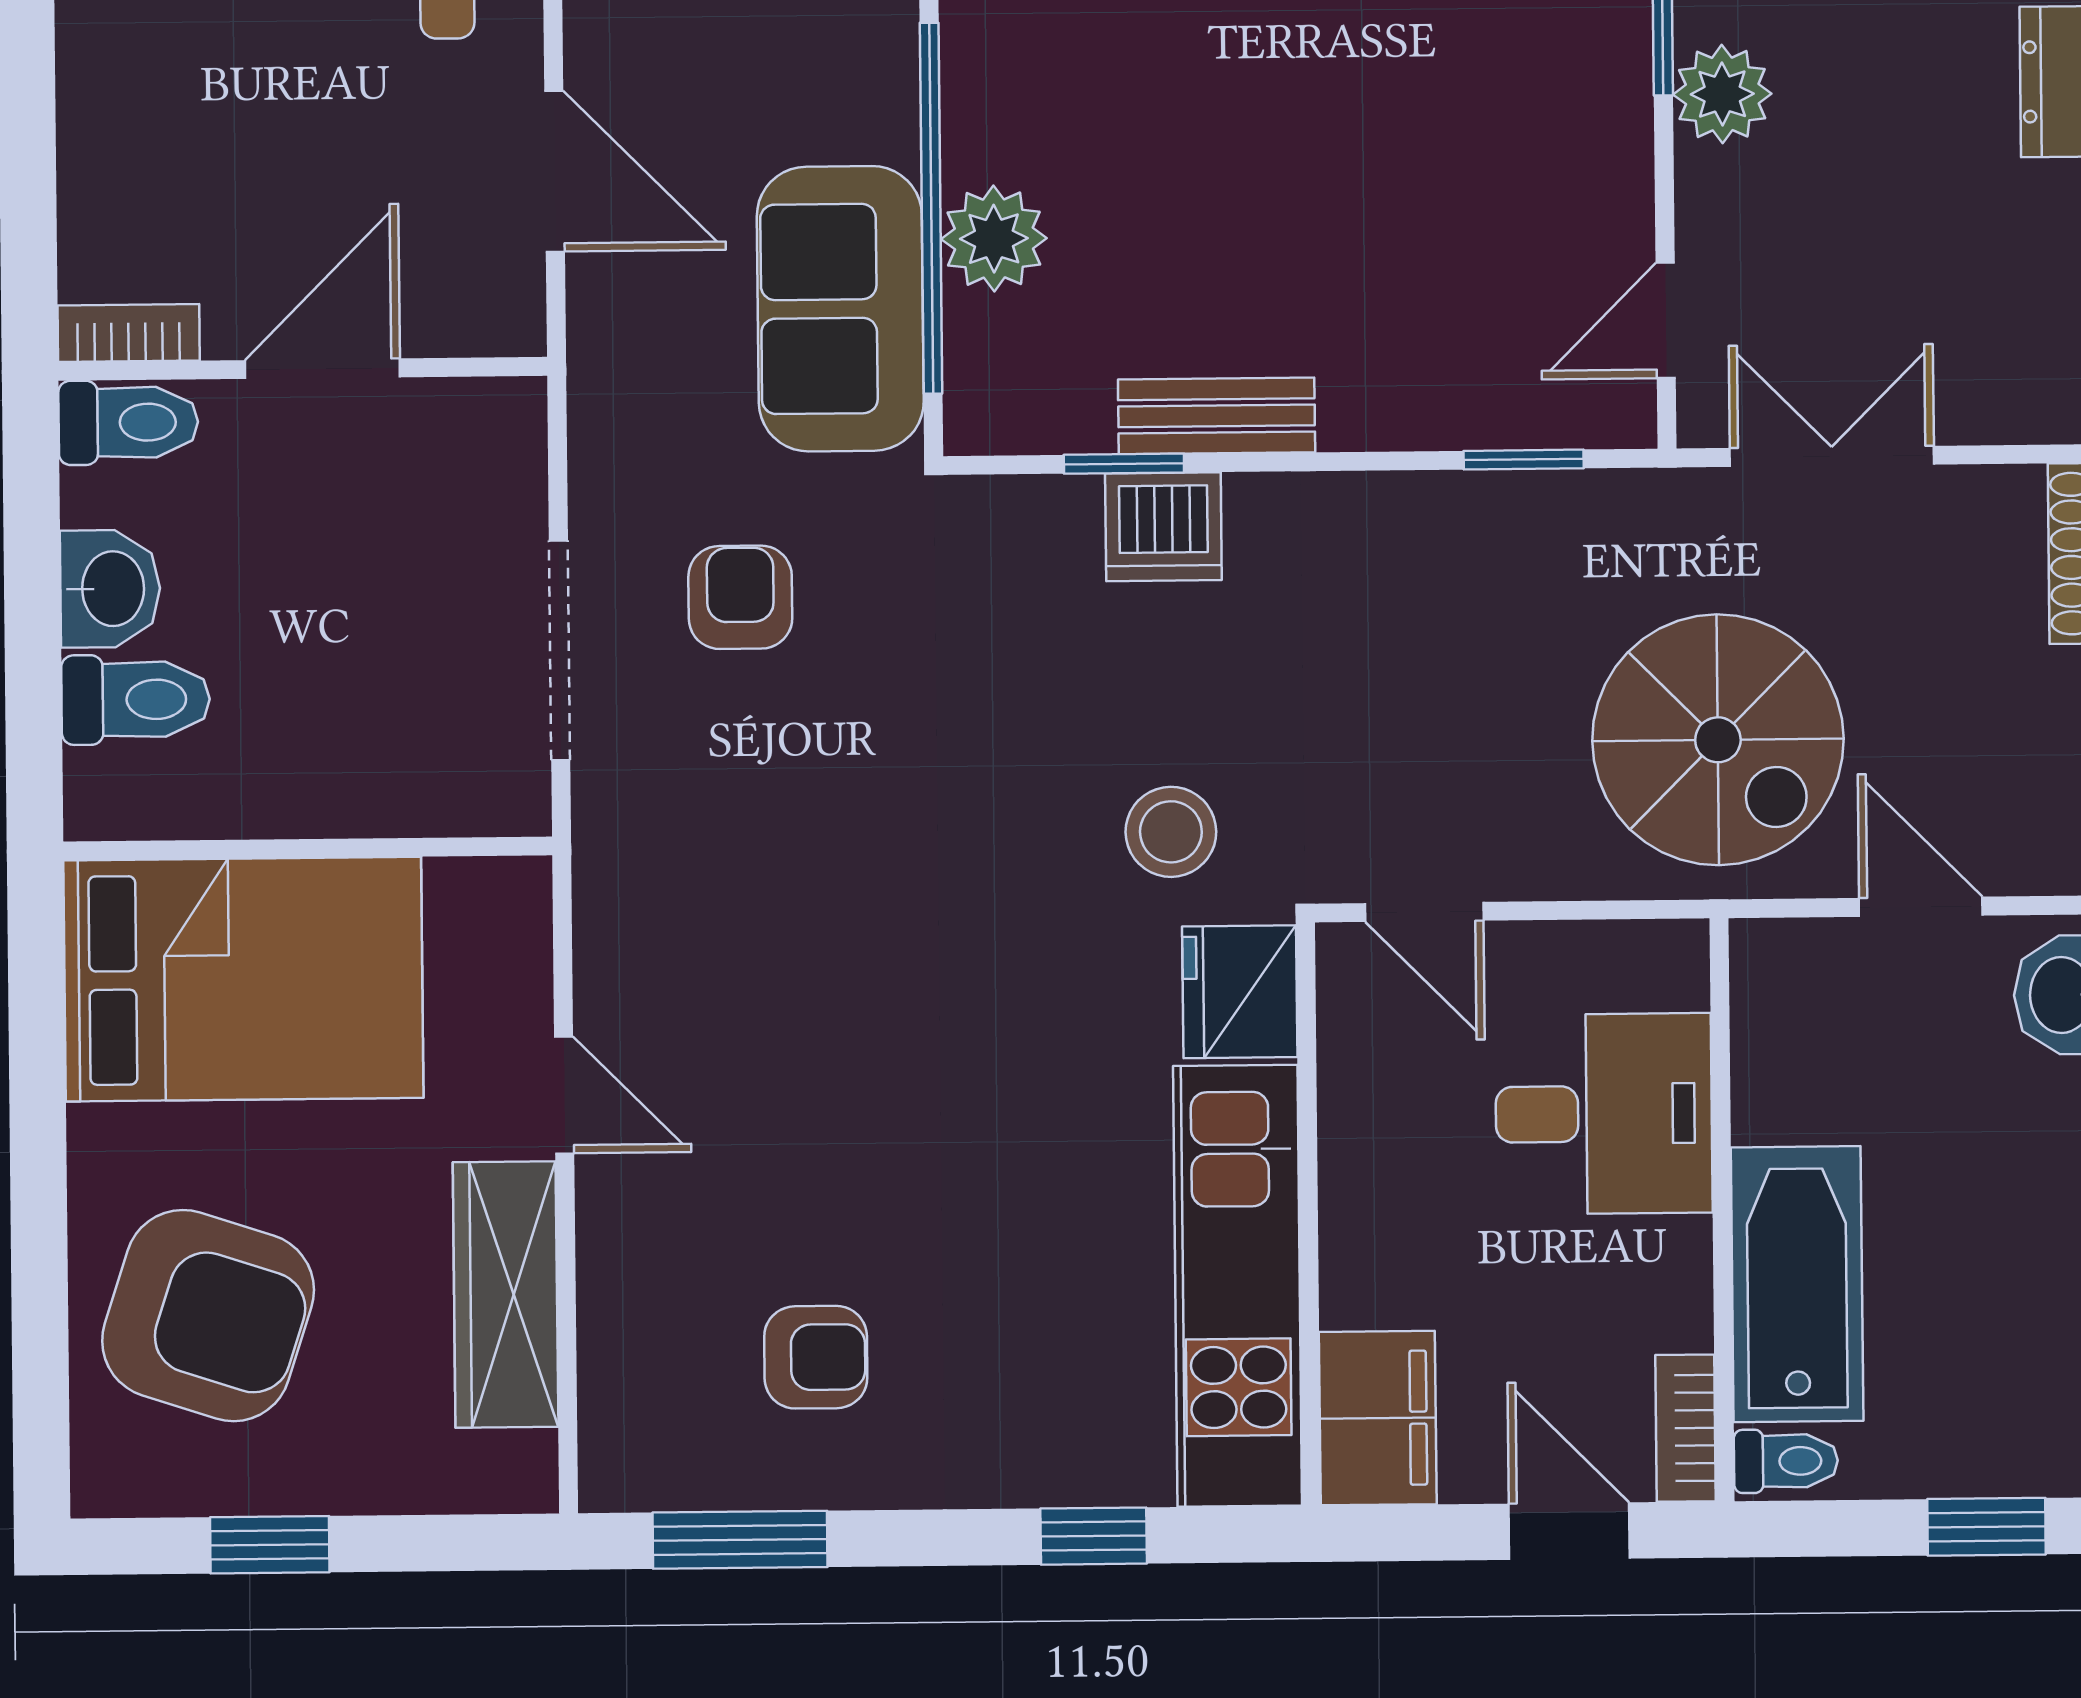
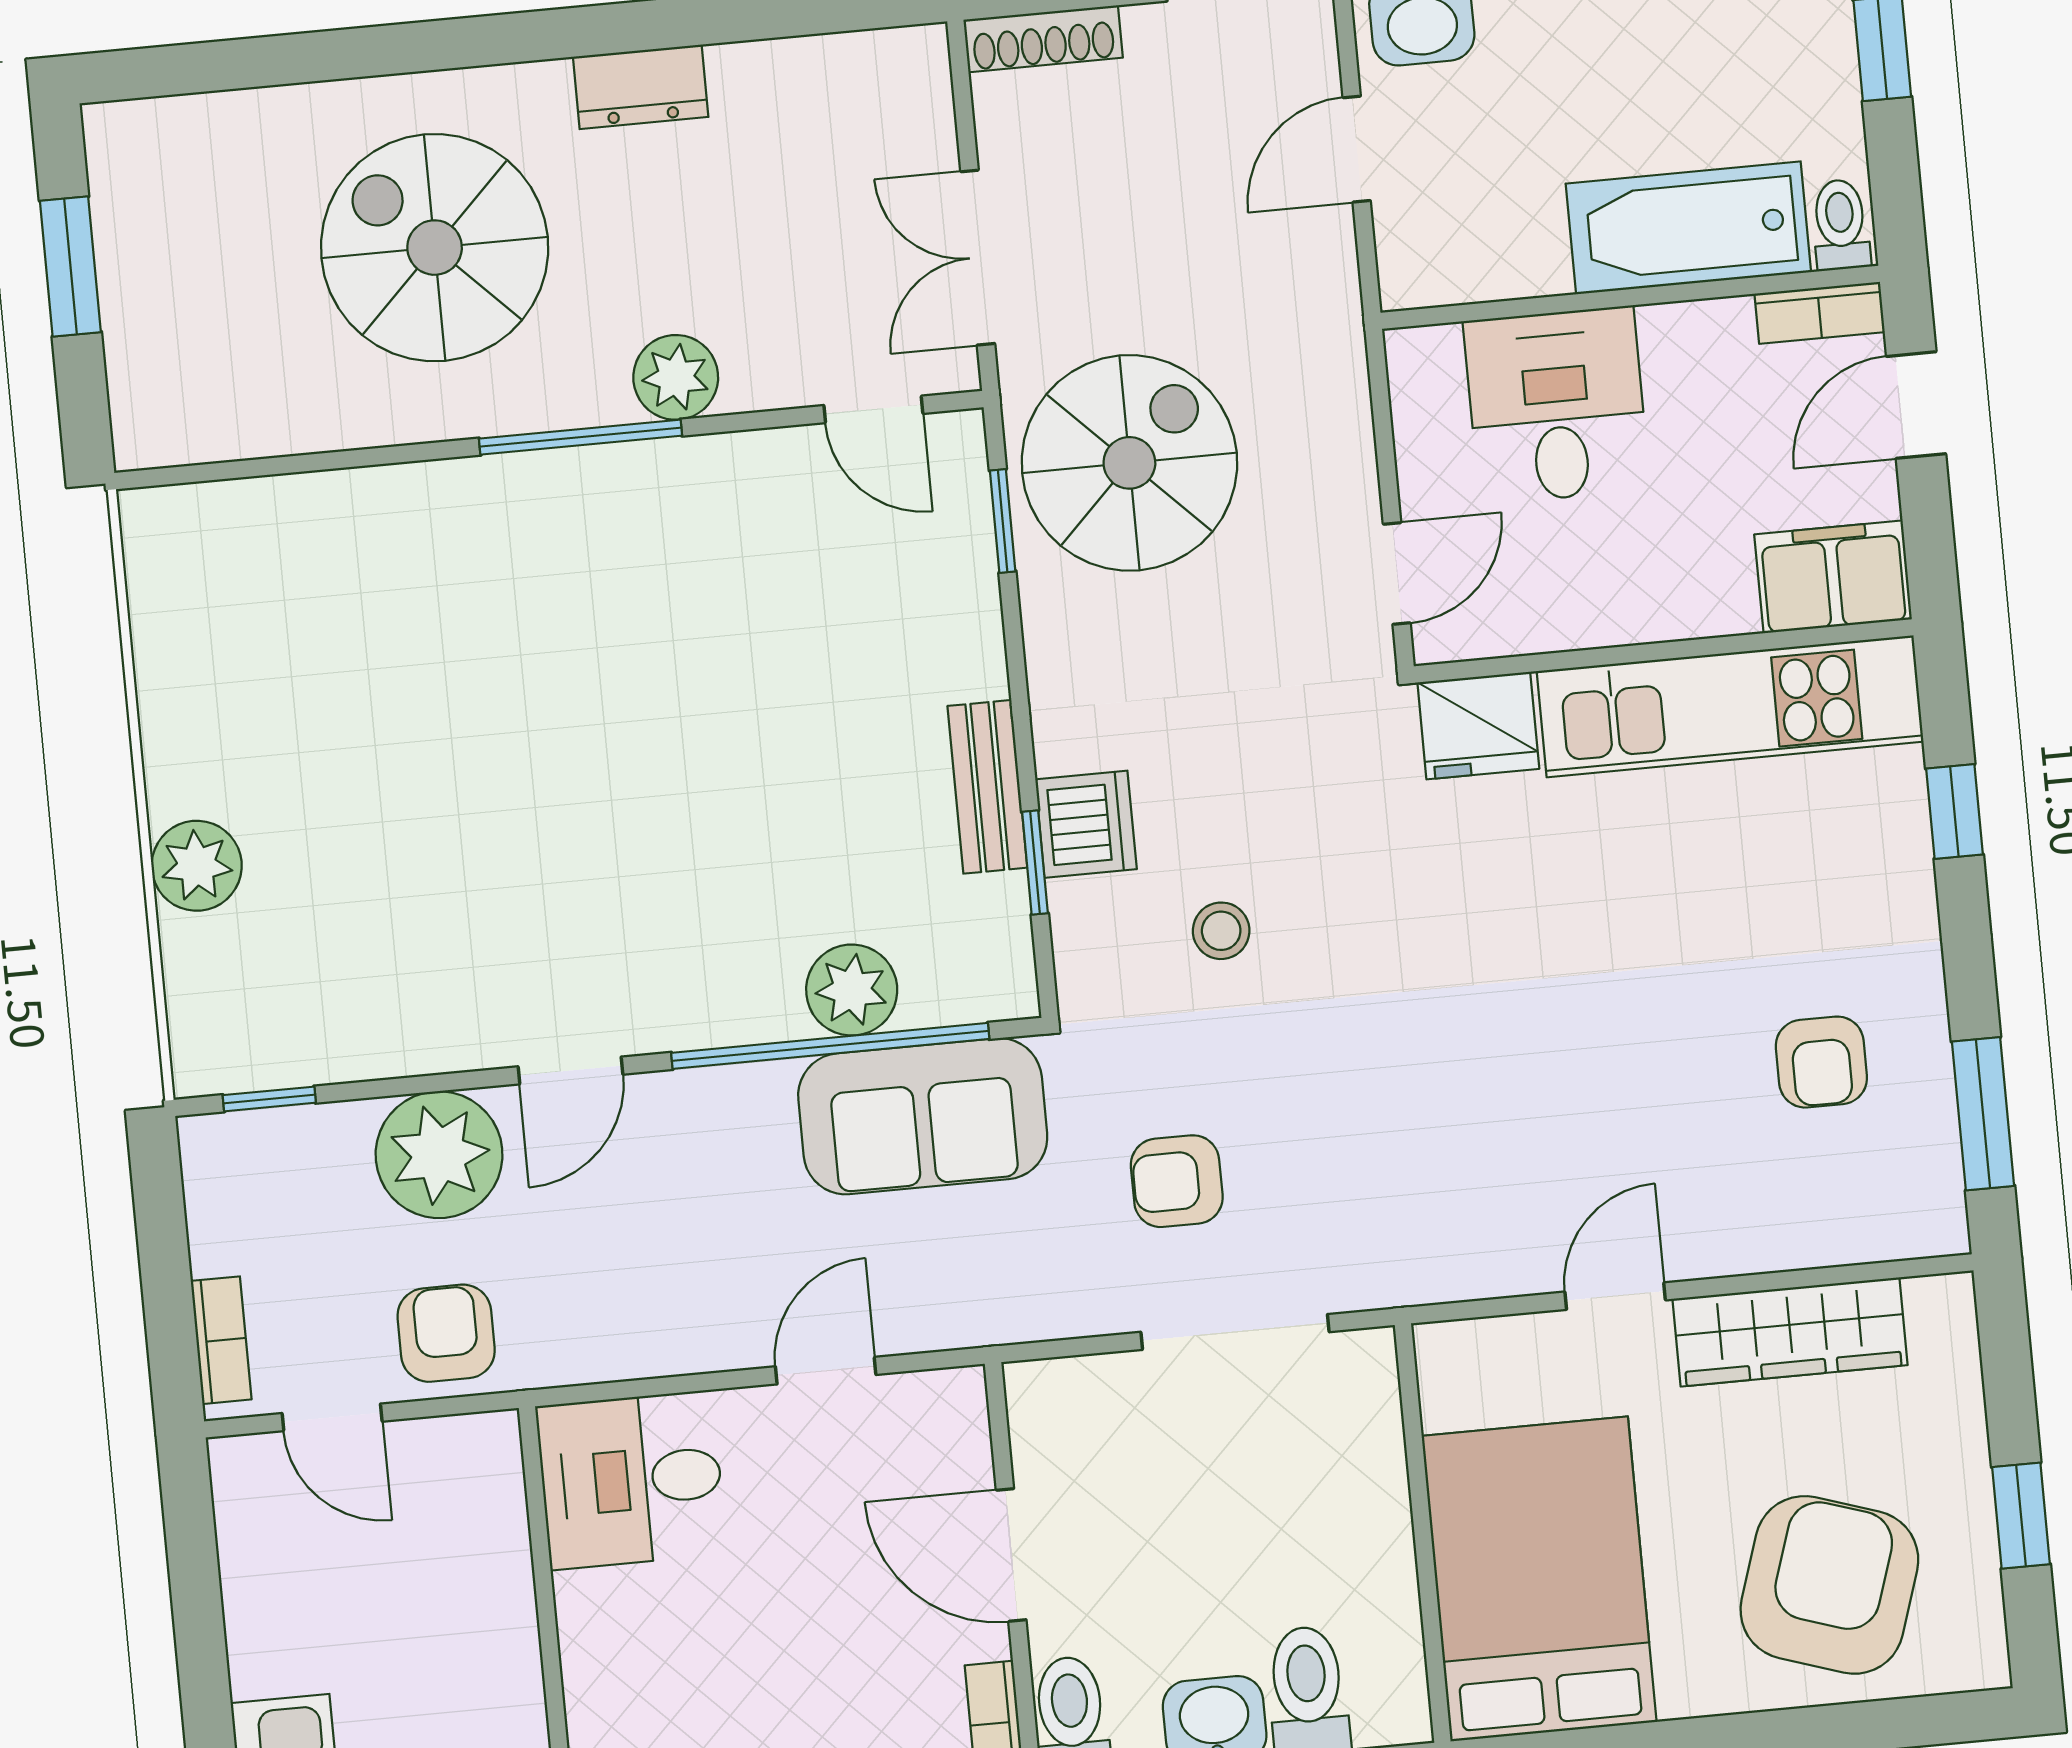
door: (555, 171) -> (826, 1371), width x0.73
spiral stairs: (1718, 740) -> (1129, 463), moved
stool: (1171, 832) -> (1221, 931), moved, width x0.73, depth x0.73
armchair: (816, 1357) -> (1821, 1062), turned 180

